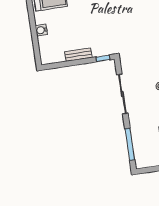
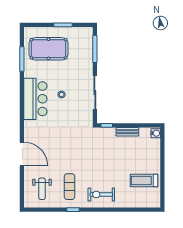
water cooler: (41, 30) -> (156, 133), moved

